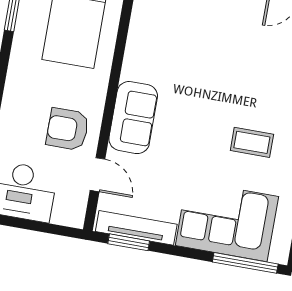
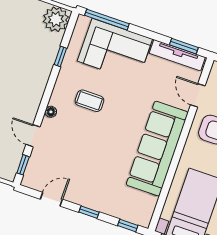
sofa: (133, 118) -> (157, 149), width x1.85, depth x1.27

